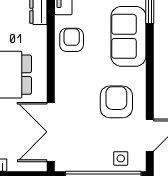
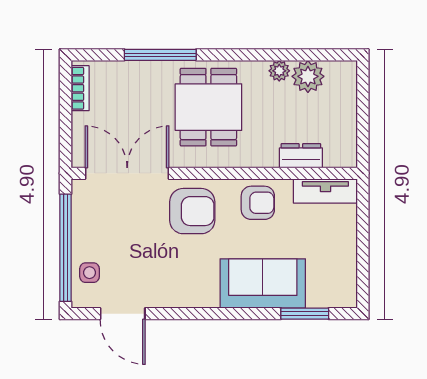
armchair: (116, 102) -> (192, 211), moved

